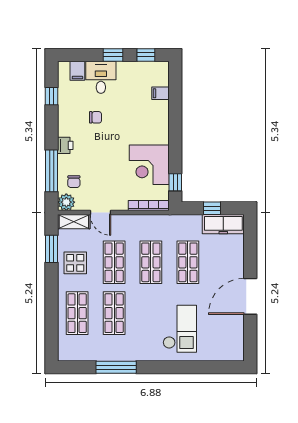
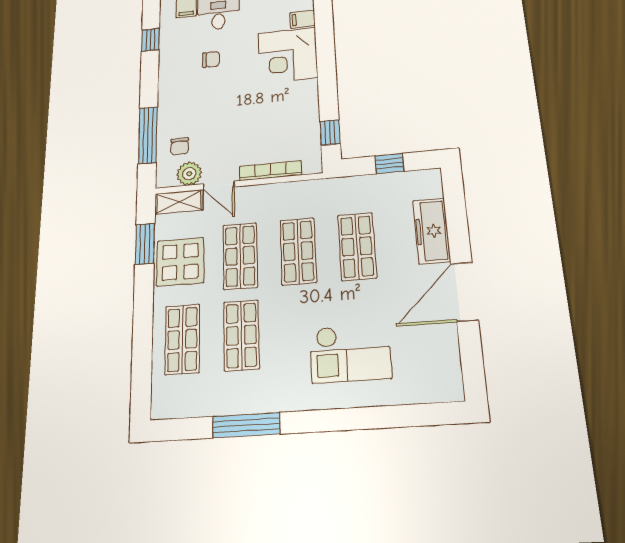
printer: (65, 145) -> (168, 100), removed
corner desk: (149, 165) -> (288, 55), moved
plant: (66, 202) -> (189, 174), moved
bookcase: (149, 206) -> (271, 171), moved
freezer: (223, 224) -> (432, 231), moved, turned 90
display table: (75, 263) -> (180, 262), width x1.36, depth x1.36
checkout: (180, 329) -> (350, 353), turned 90

